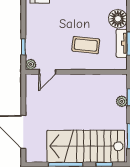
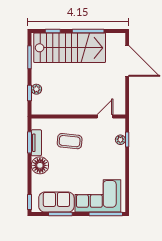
plant: (31, 64) -> (120, 140), moved

